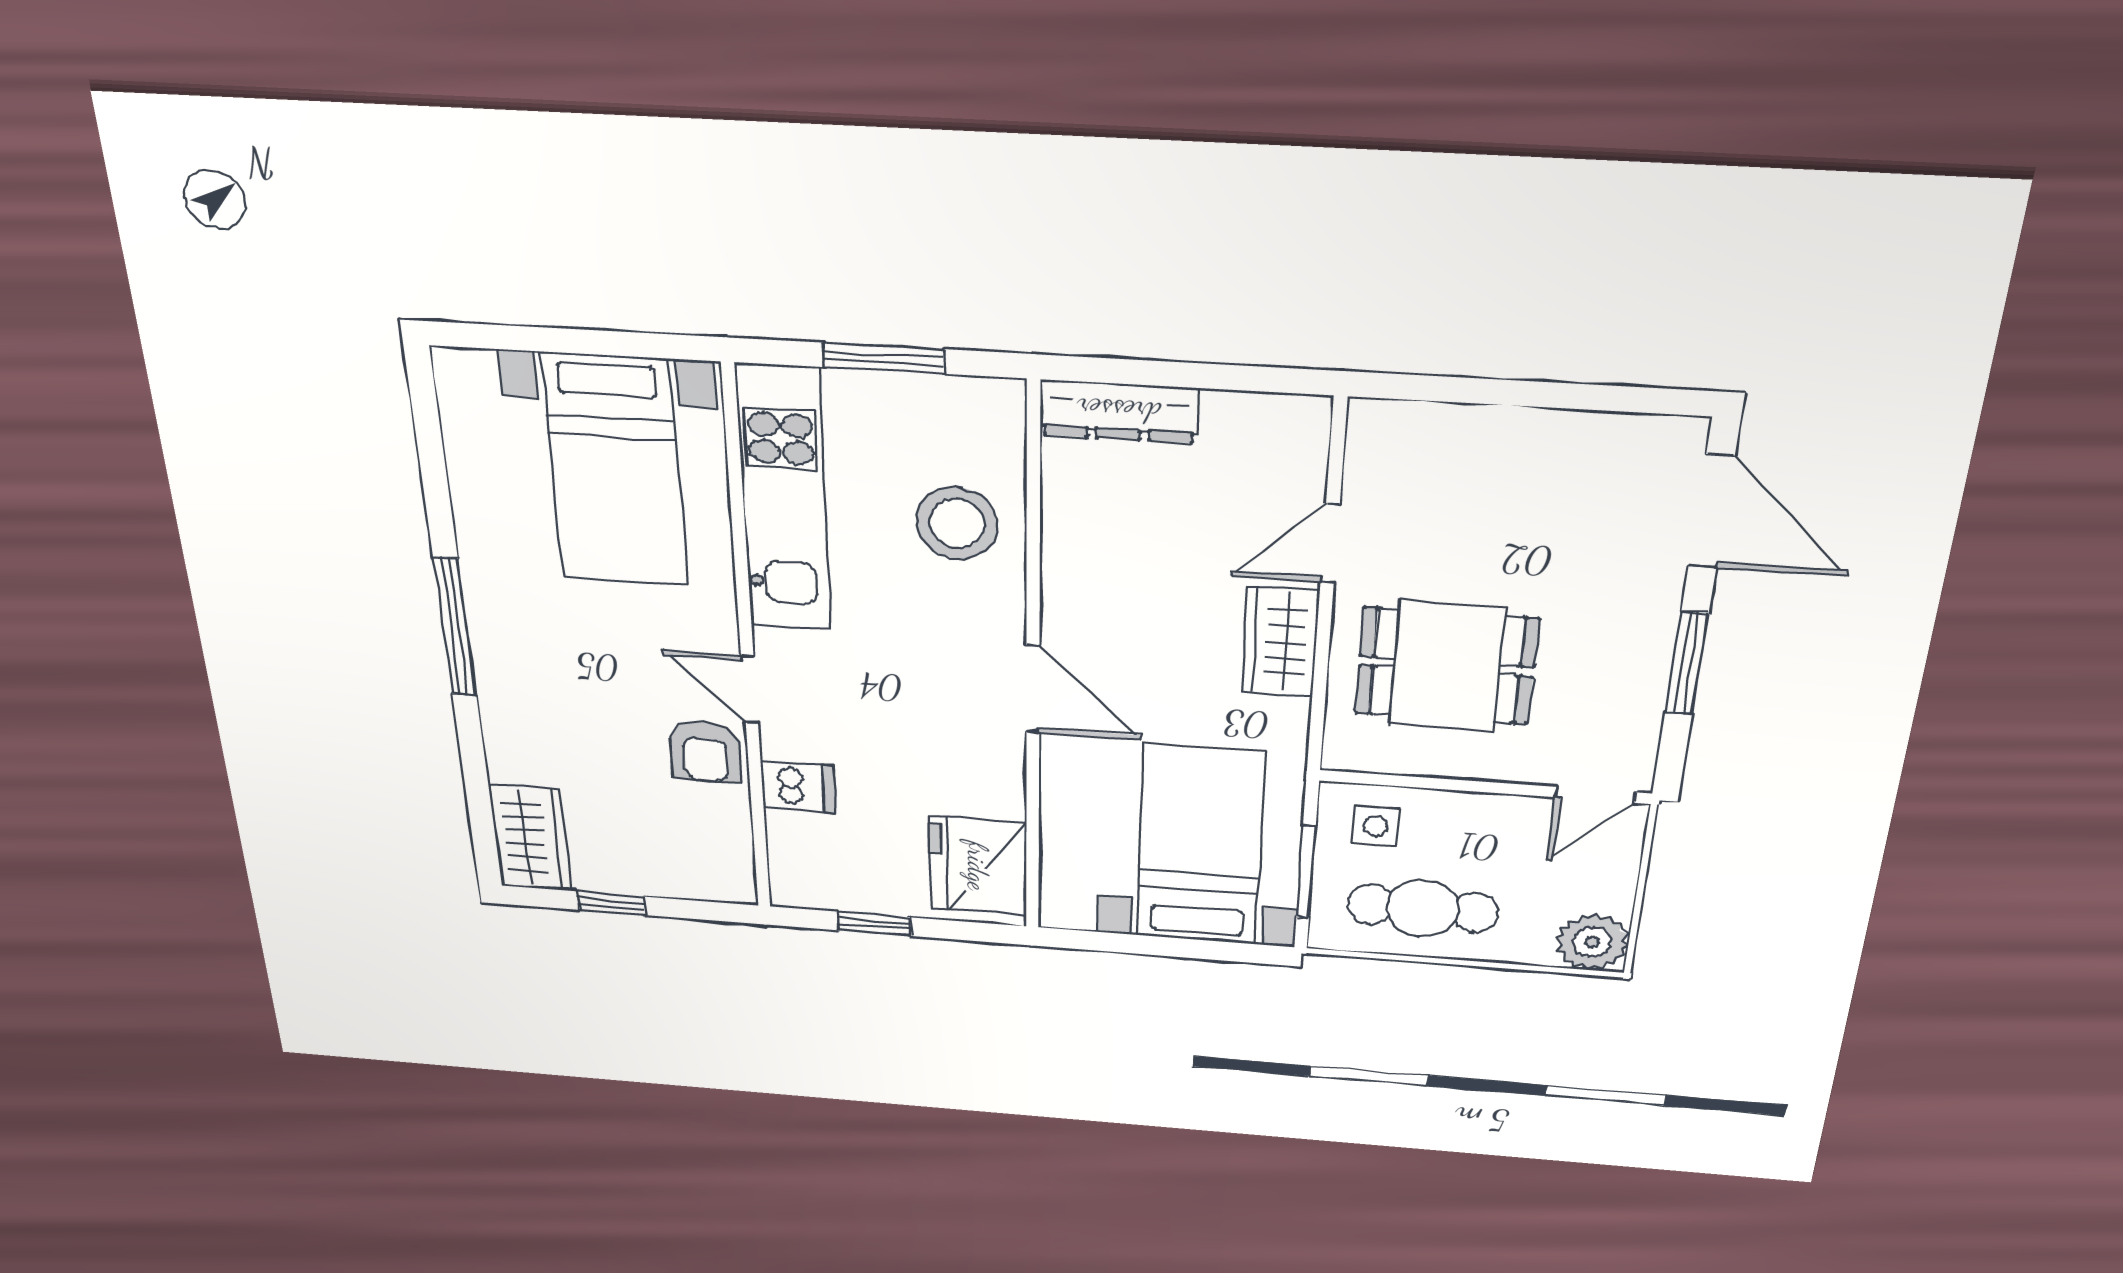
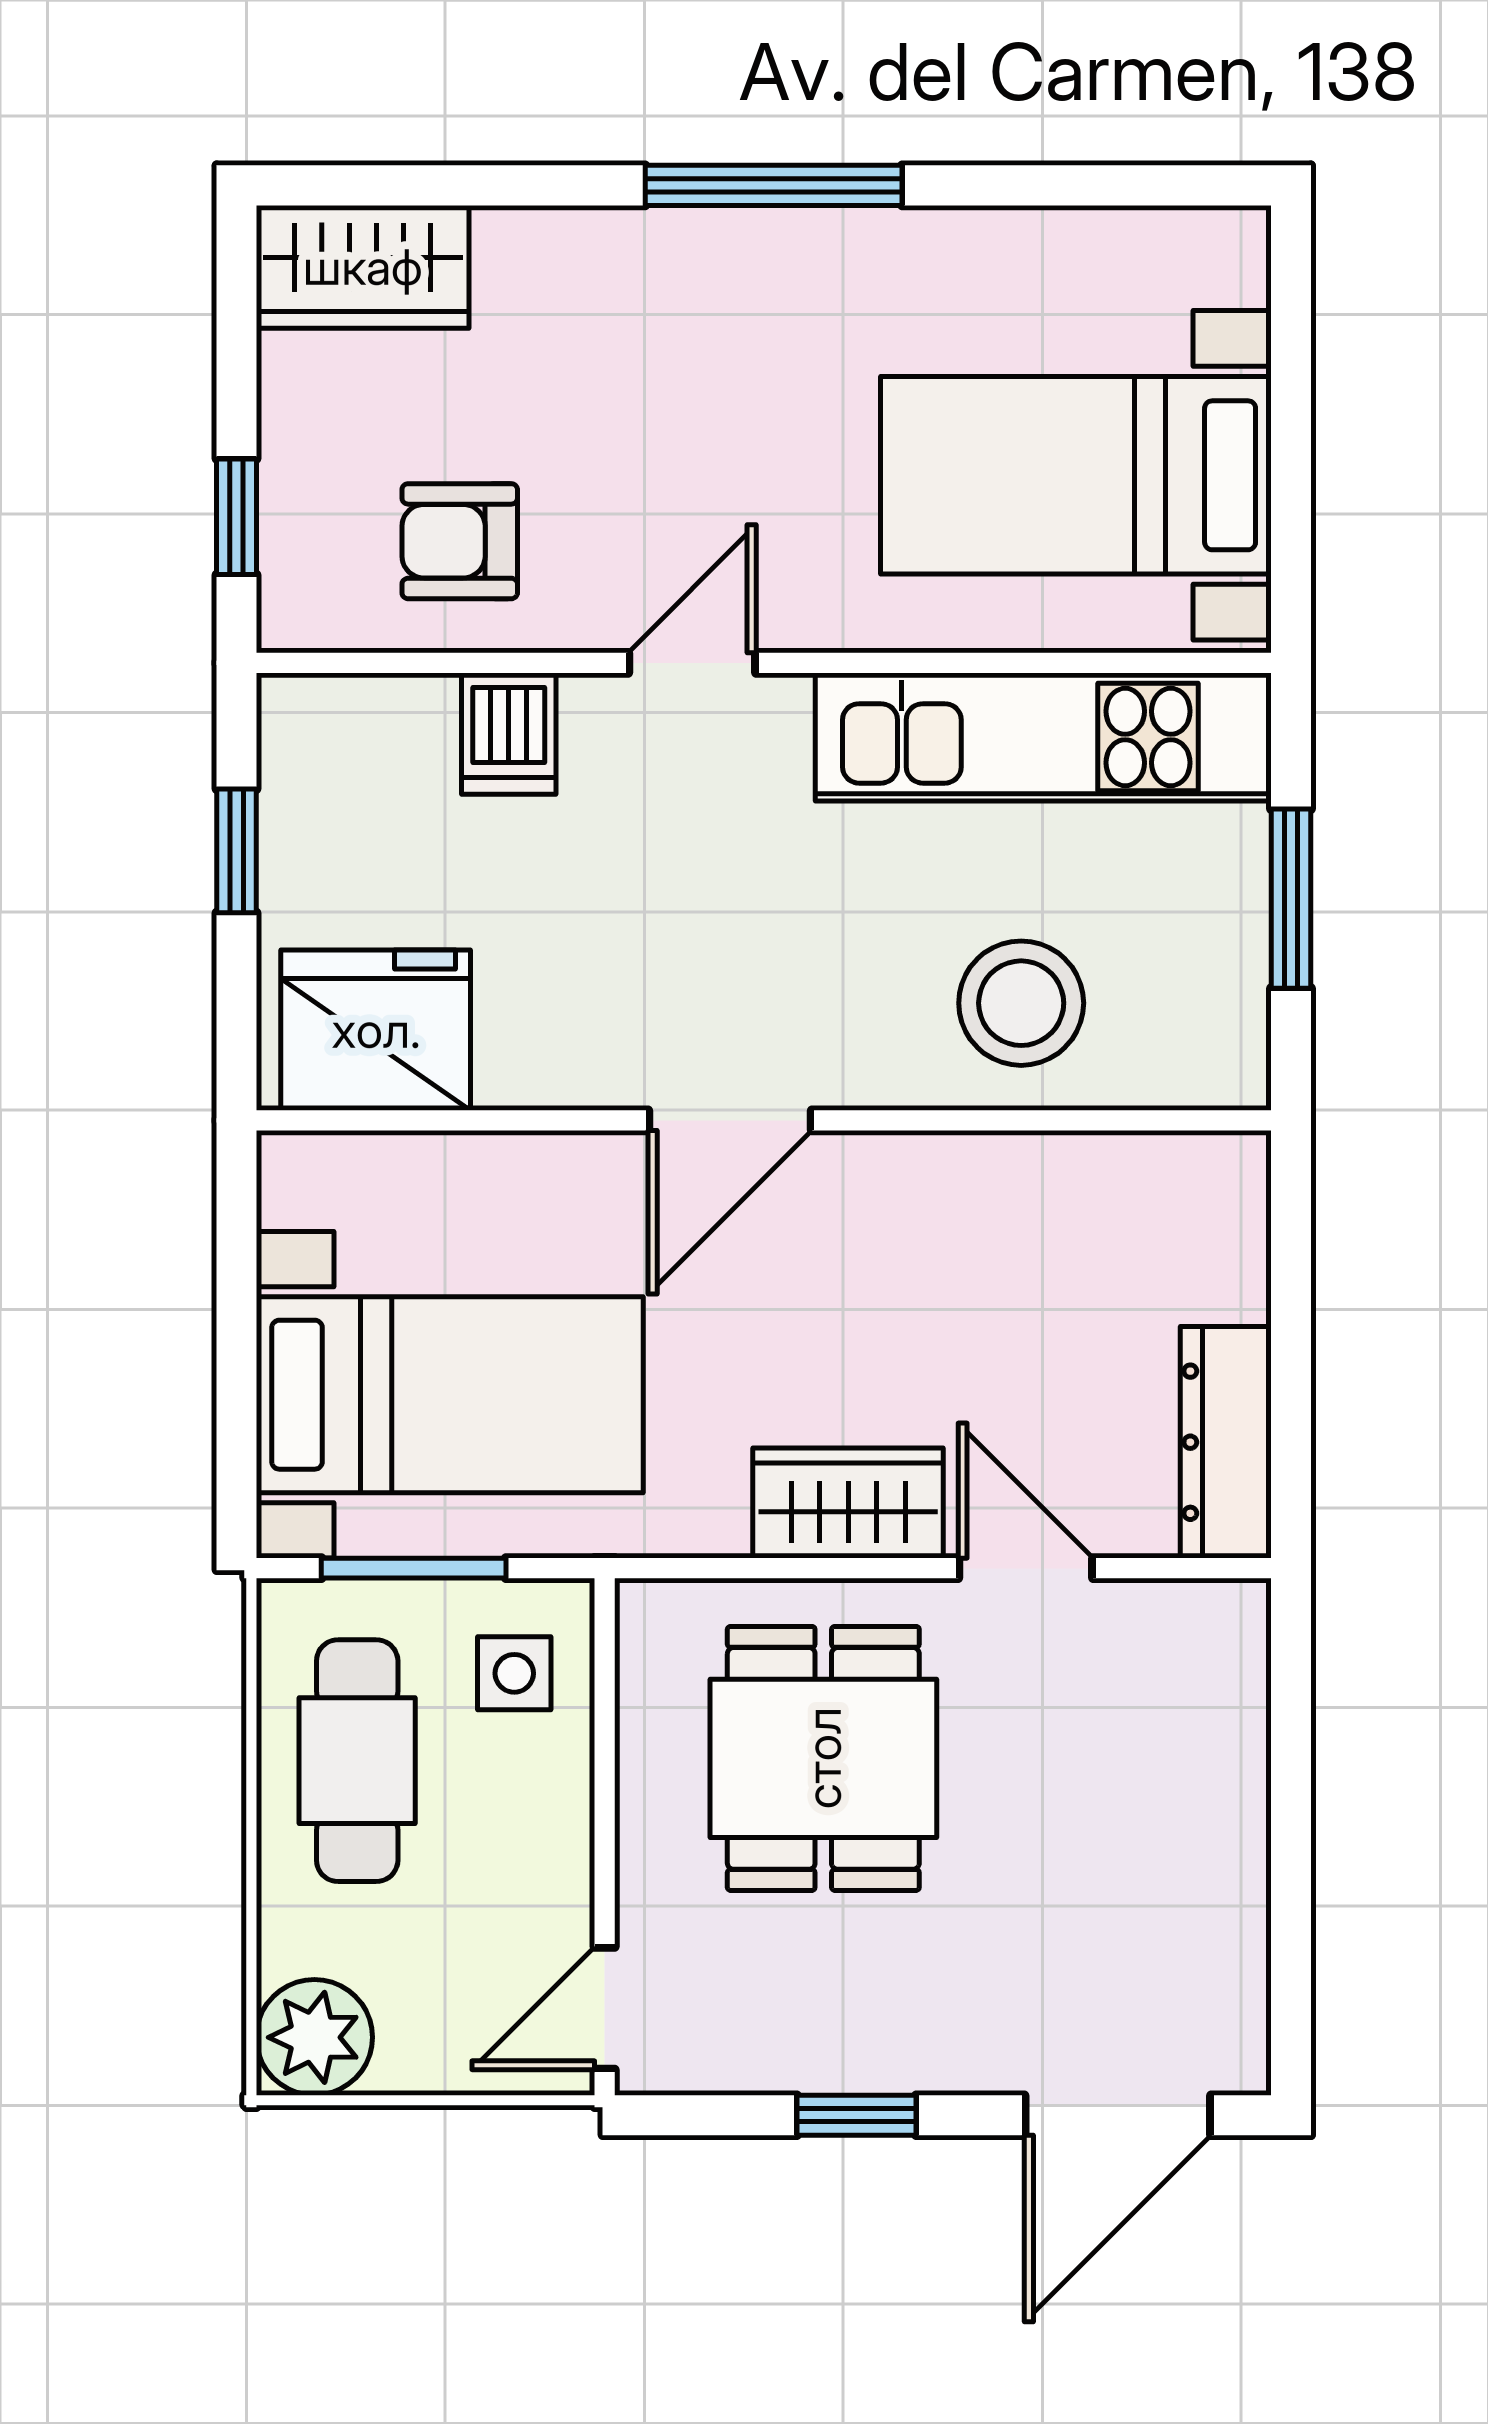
dresser: (1119, 411) -> (1226, 1442), moved
window: (1687, 663) -> (857, 2115), width x0.67
armchair: (705, 751) -> (460, 541), moved
door: (1595, 795) -> (605, 2008), hinge flipped
window: (612, 903) -> (237, 517), moved

